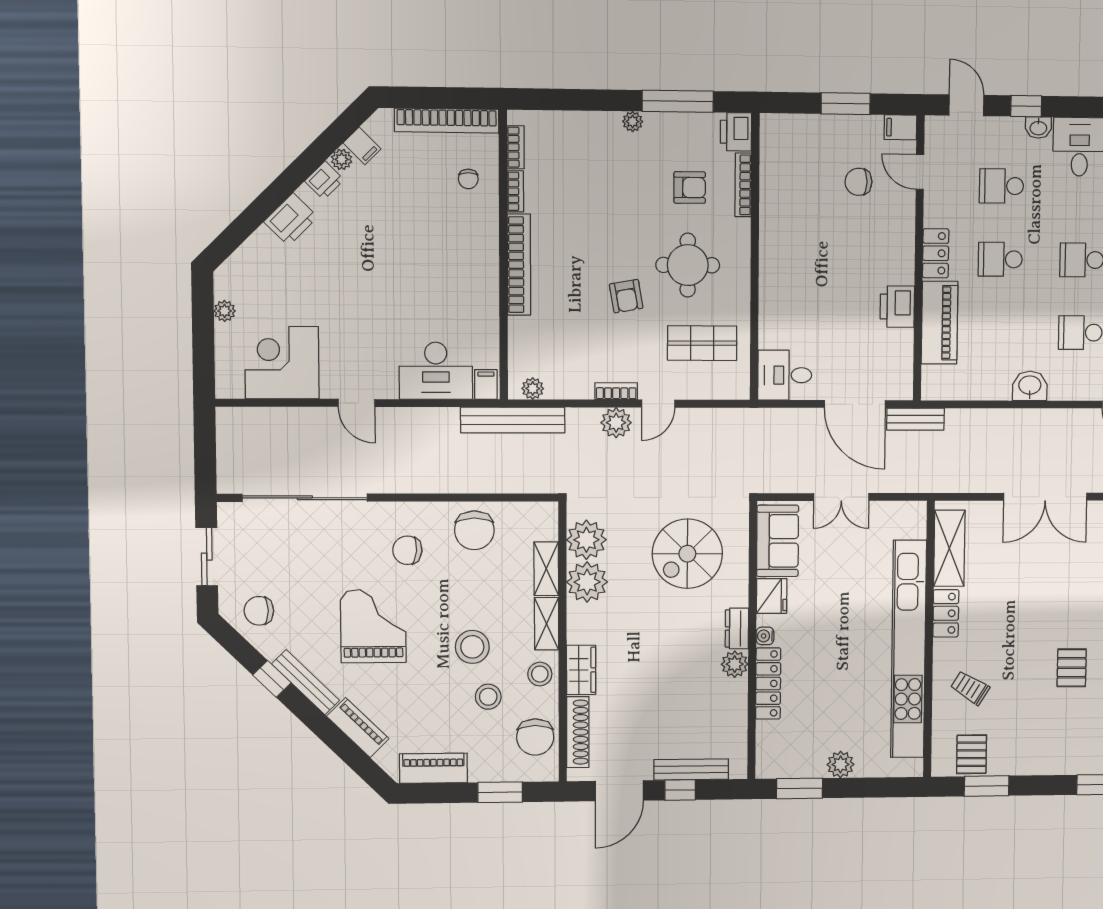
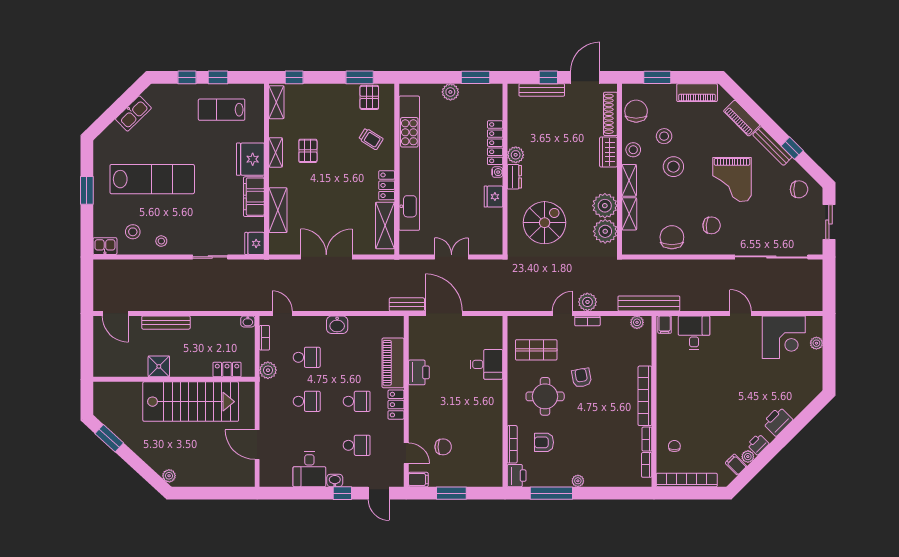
plant: (225, 311) -> (816, 343), moved
desk: (436, 371) -> (694, 333), width x0.73
desk: (785, 375) -> (486, 364), moved
sofa: (778, 541) -> (490, 230), removed

